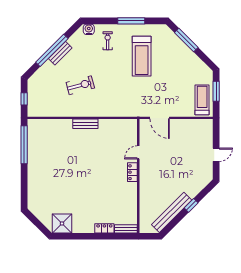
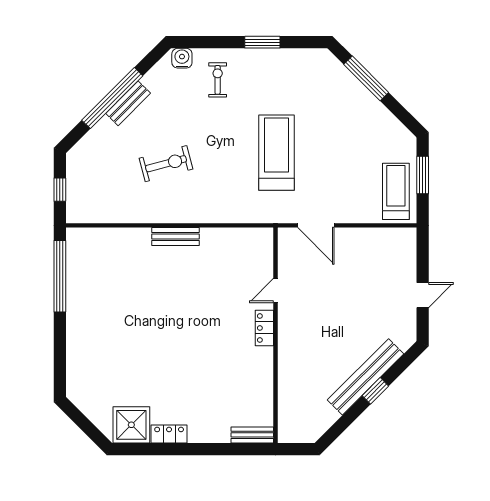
window: (131, 21) -> (262, 42), width x0.69
treadmill: (142, 56) -> (276, 153), moved, turned 180
bench: (172, 212) -> (365, 377), moved
locker: (104, 228) -> (169, 434), moved

